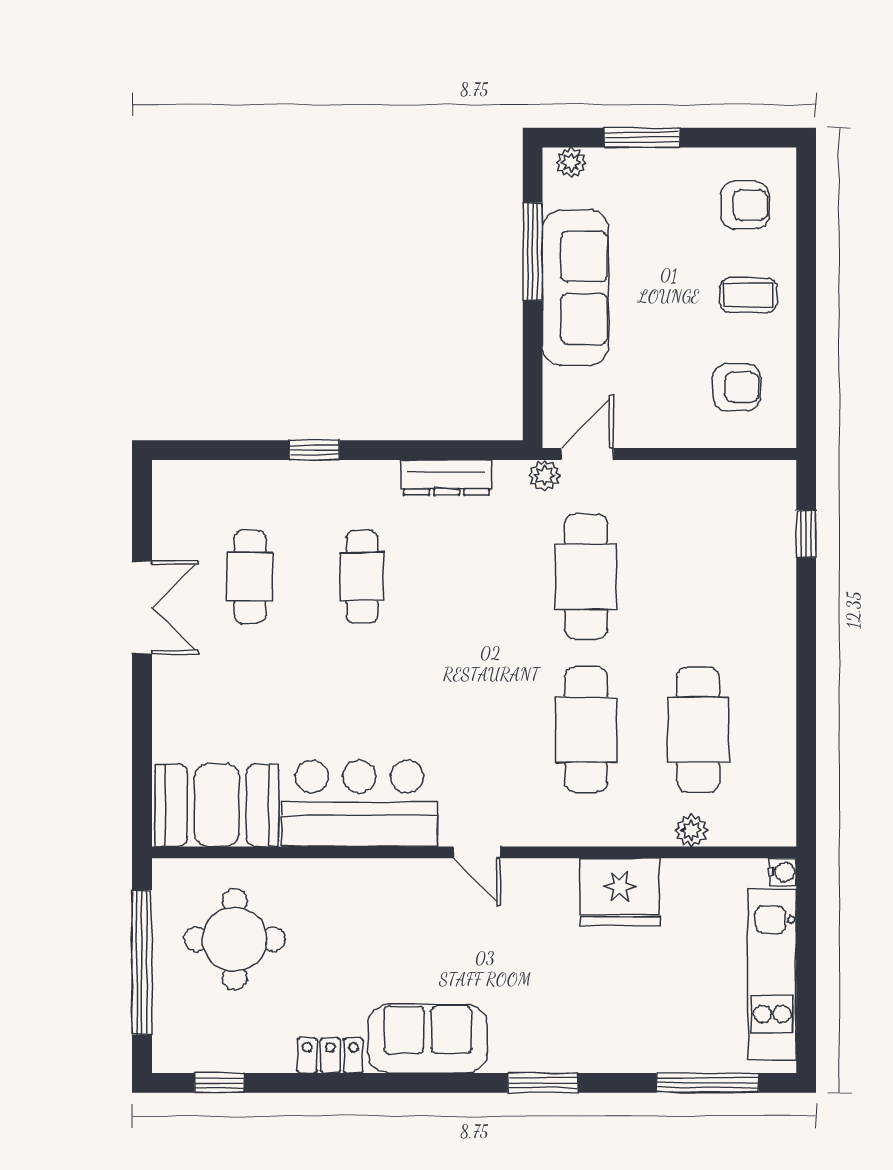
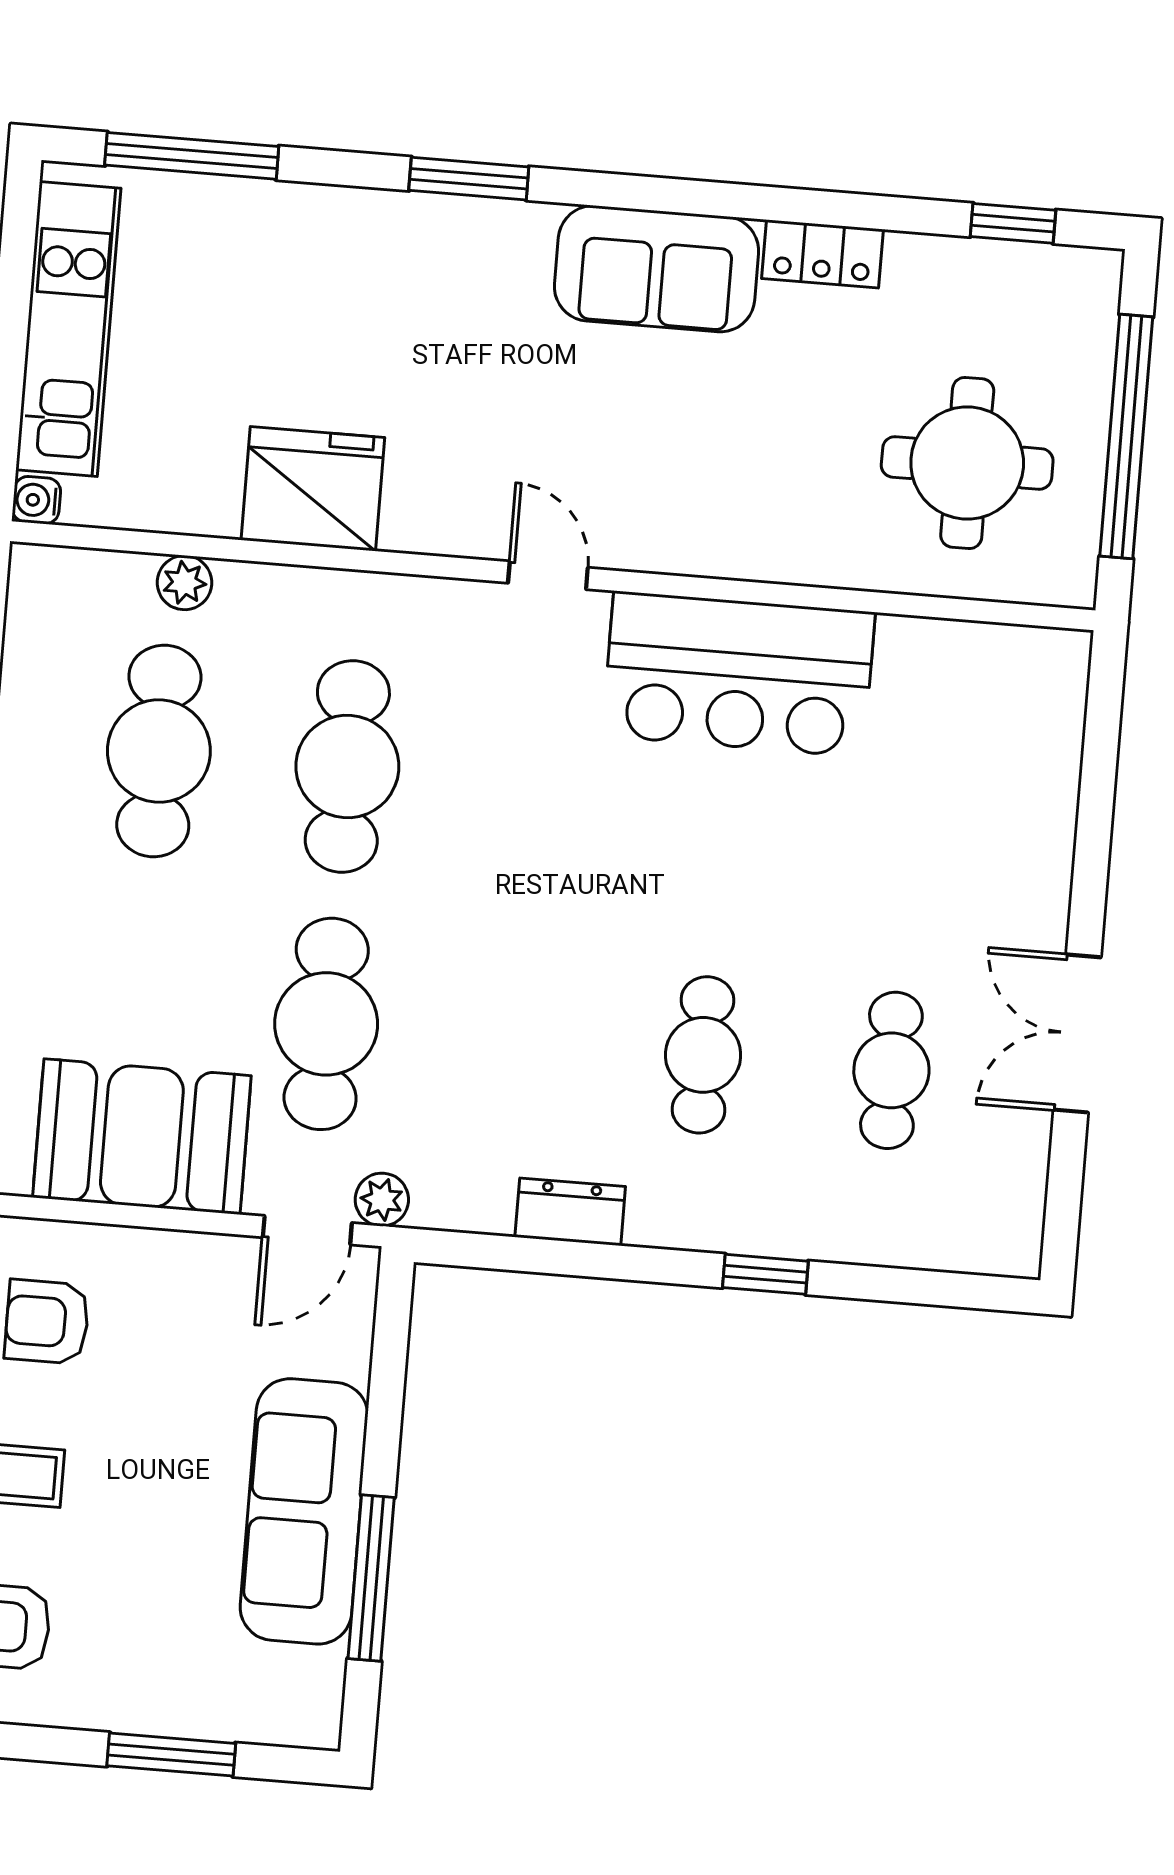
plant: (571, 162) -> (294, 1723), removed
dresser: (447, 477) -> (570, 1212), width x0.70
booth: (217, 805) -> (142, 1137), moved

